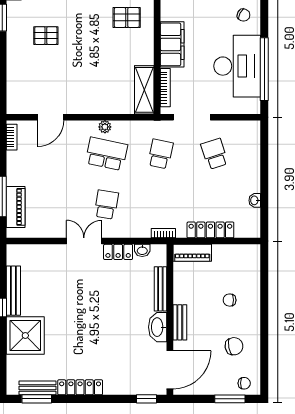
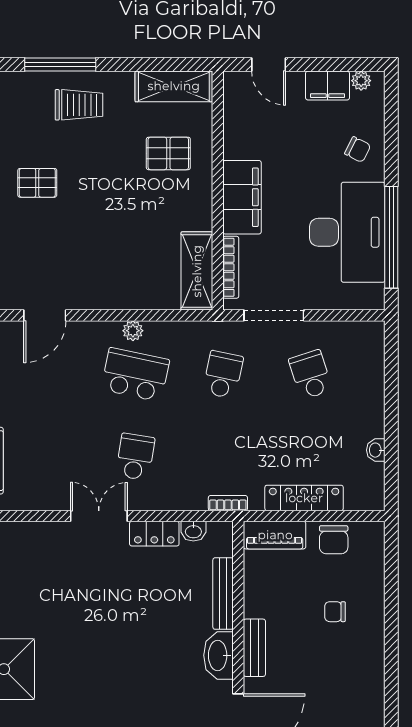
chair: (234, 346) -> (334, 540), moved, turned 101

